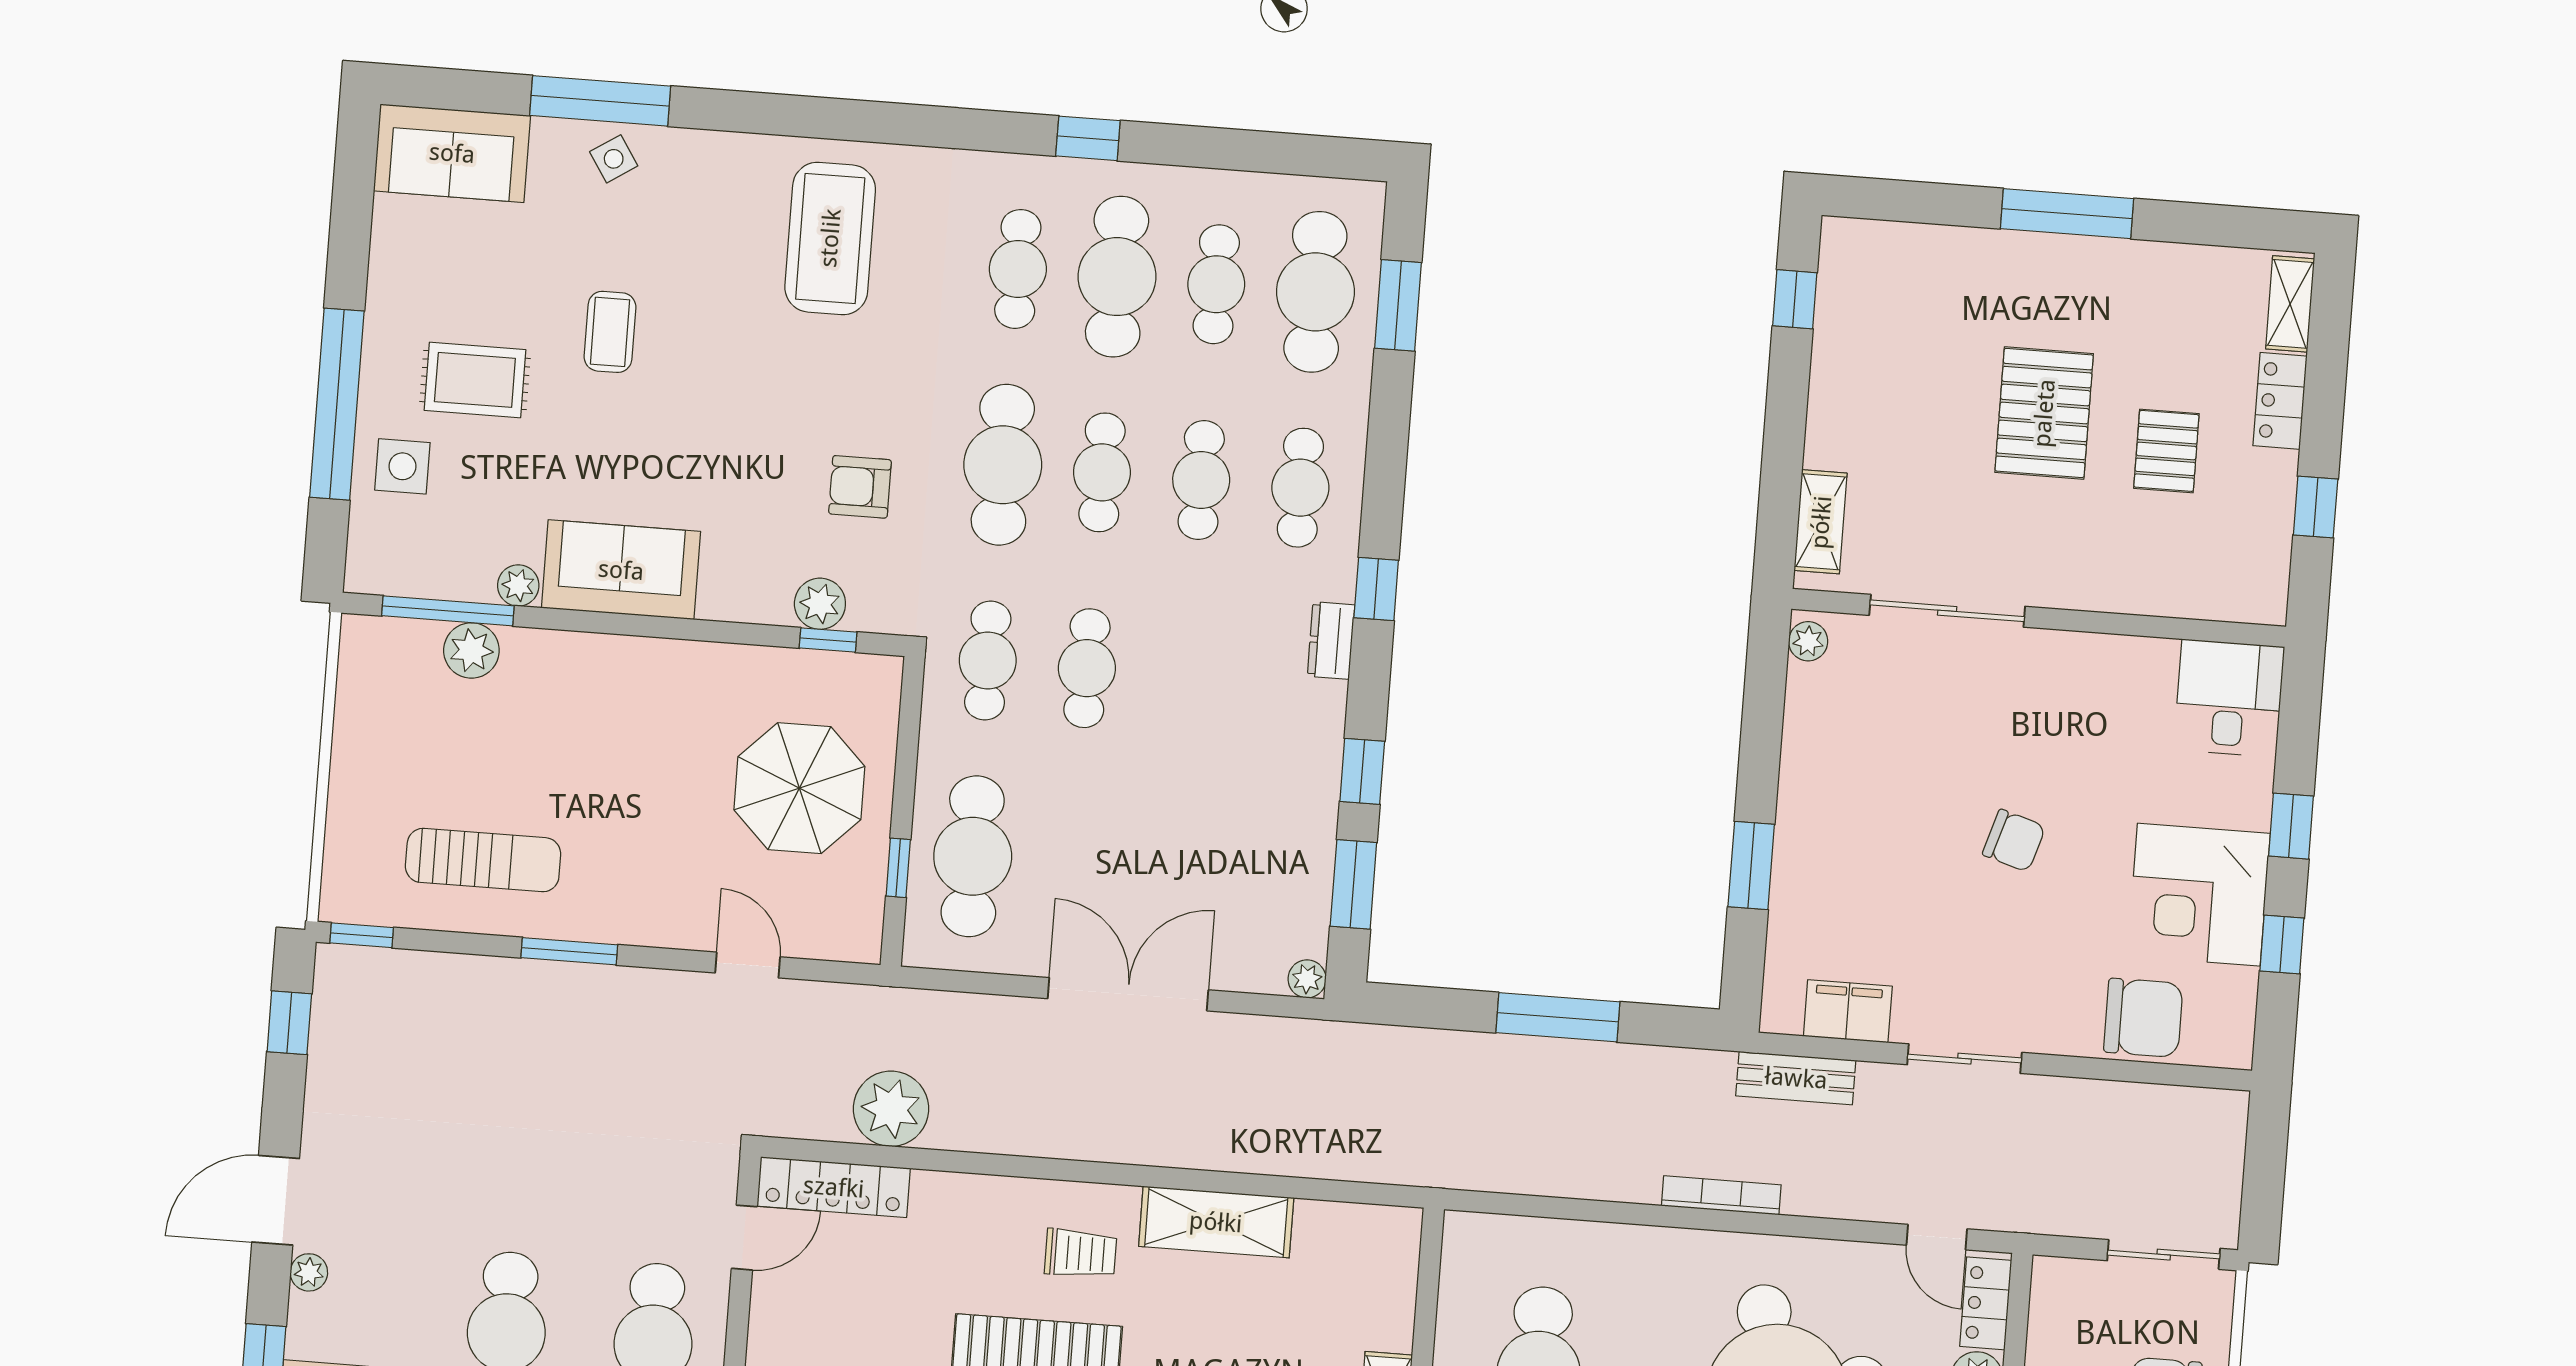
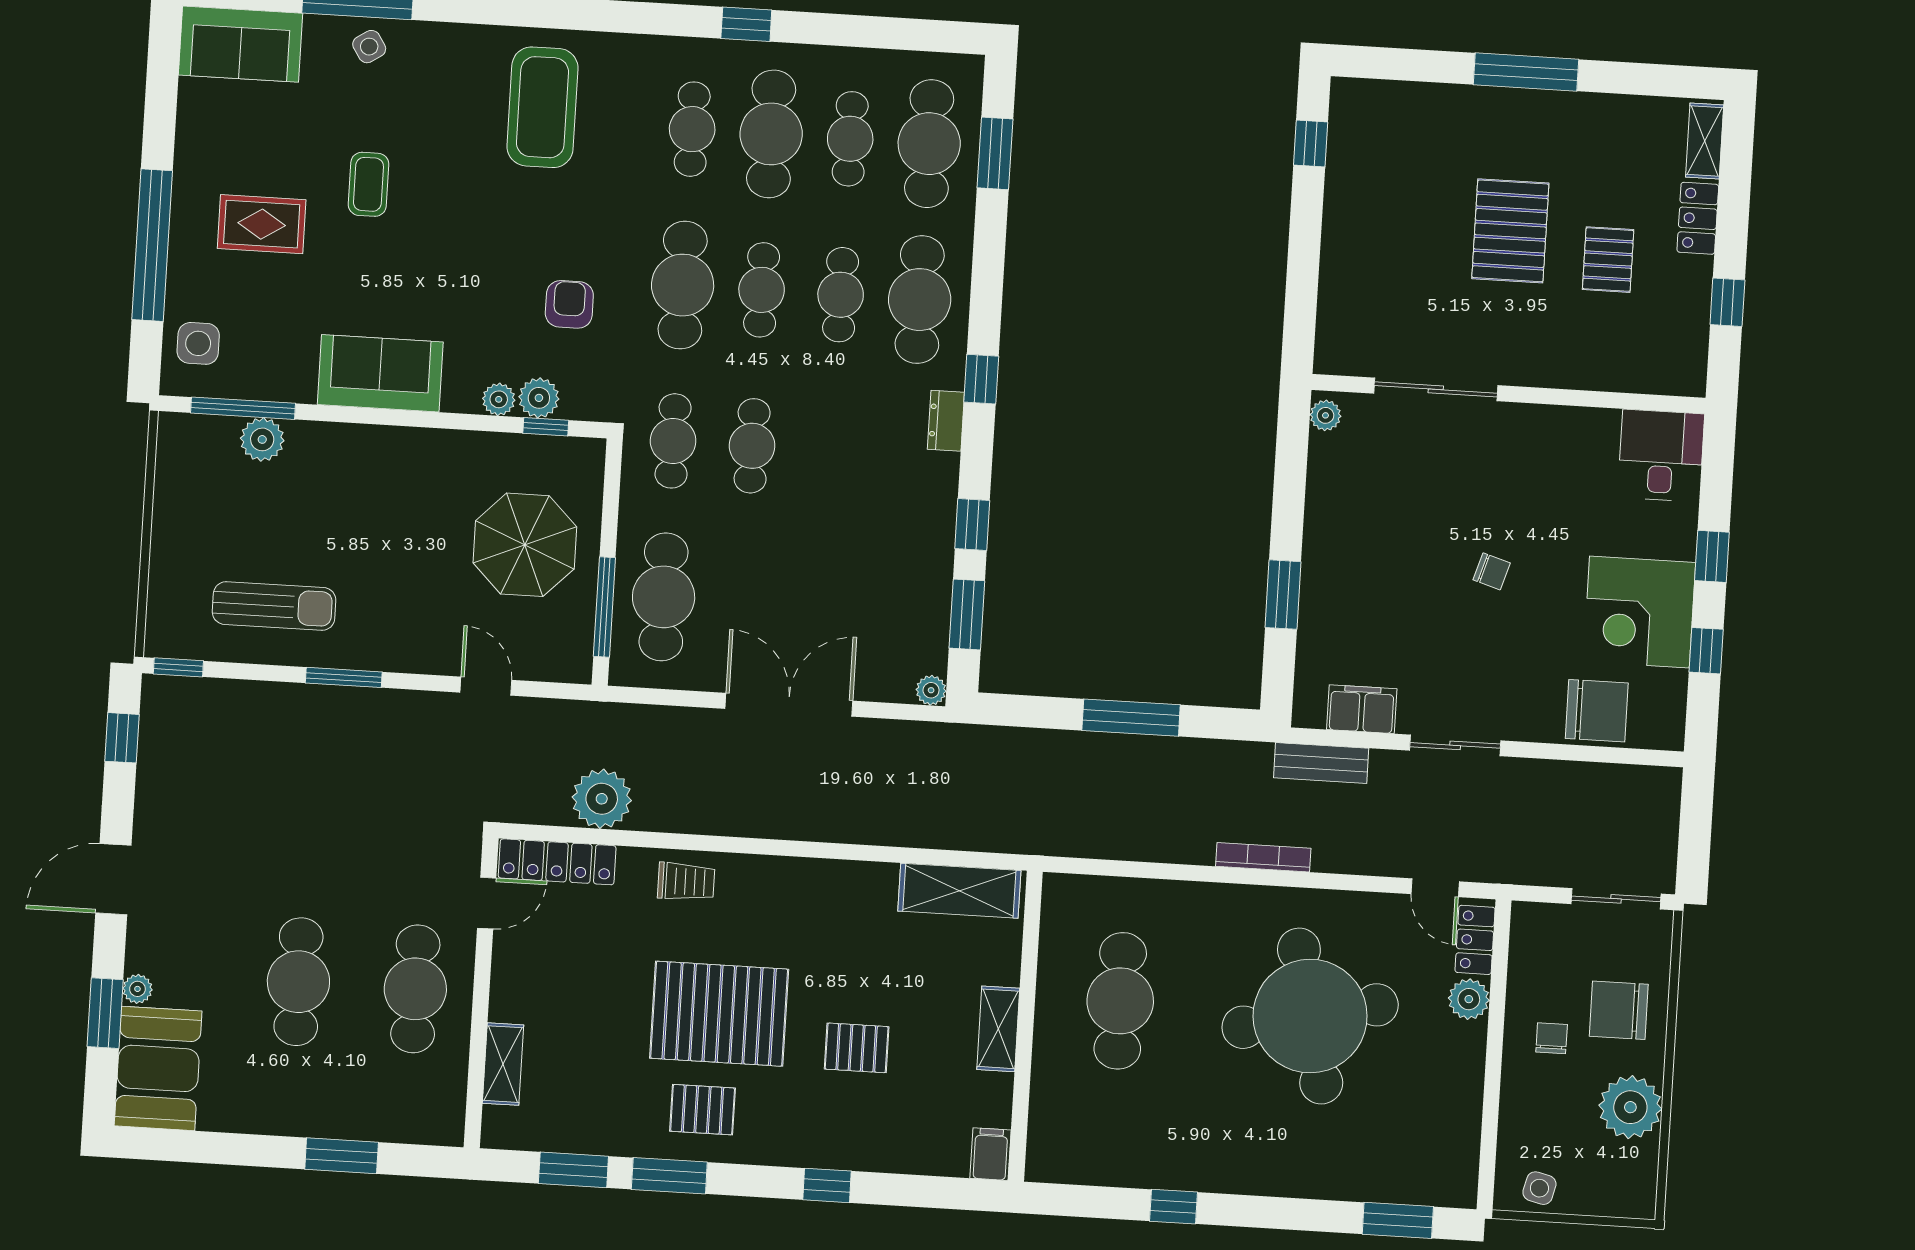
side table: (402, 466) -> (198, 343), moved
armchair: (860, 487) -> (569, 304), turned 90
cafe table: (1300, 488) -> (920, 300), width x1.37, depth x1.35
shelving: (1821, 522) -> (1334, 320), removed
plant: (518, 585) -> (499, 399), moved
chair: (2014, 841) -> (1492, 571), width x0.73, depth x0.73
window: (898, 868) -> (604, 607), width x2.17
shelving: (1216, 1222) -> (959, 891), moved
trolley: (1081, 1253) -> (686, 882), moved
plant: (309, 1272) -> (137, 989), moved

